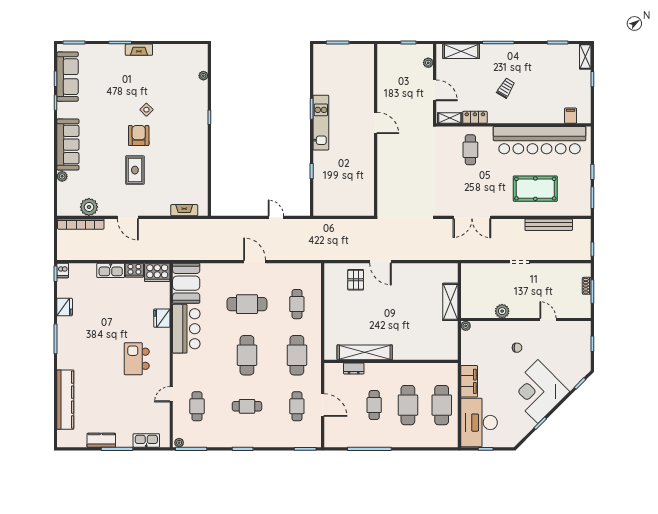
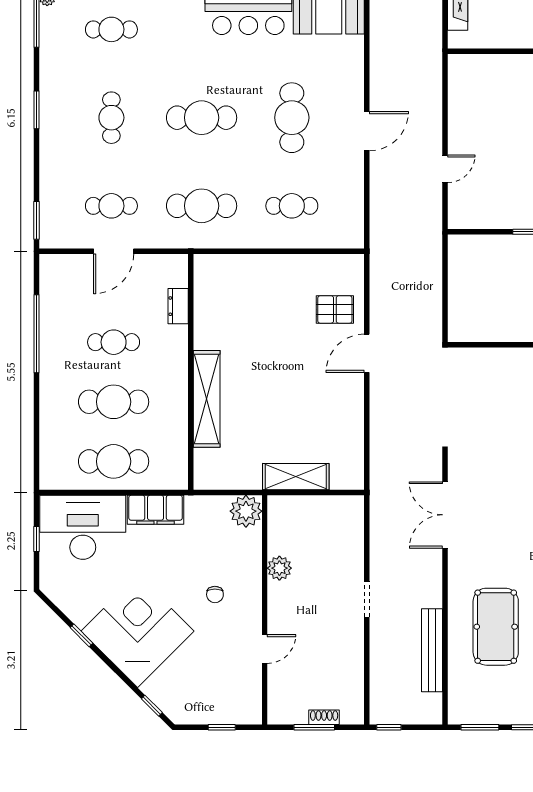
plant: (466, 326) -> (246, 511), width x1.88, depth x1.88
shelving: (365, 352) -> (207, 399), moved

